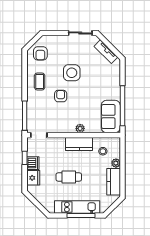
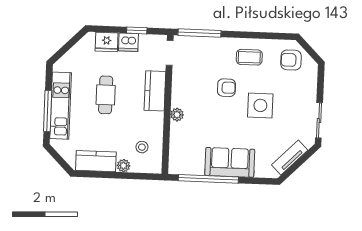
sofa: (111, 117) -> (230, 162), moved
kitchen counter: (79, 144) -> (155, 91), moved

